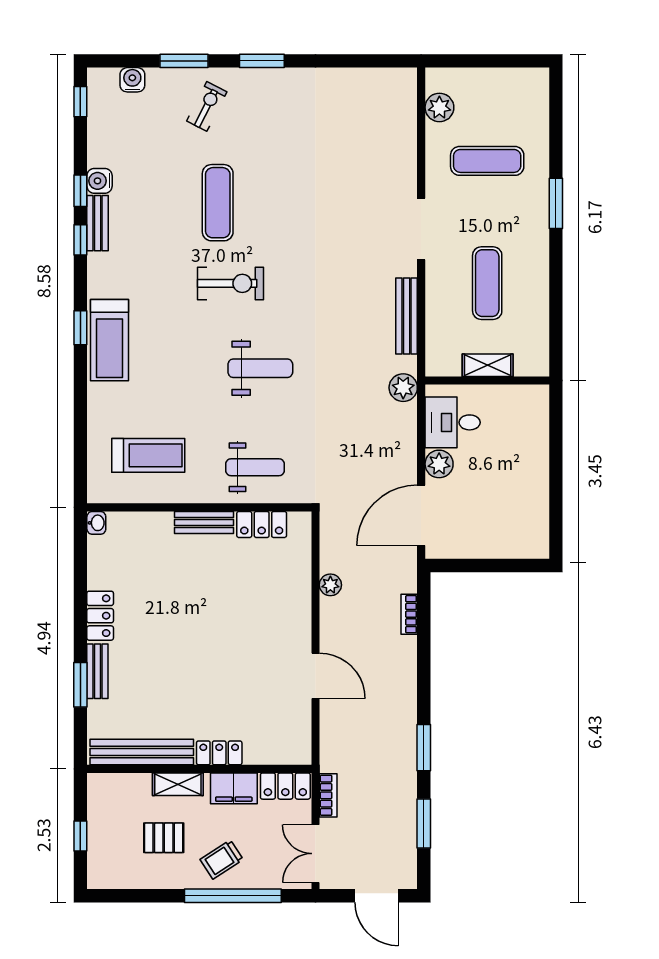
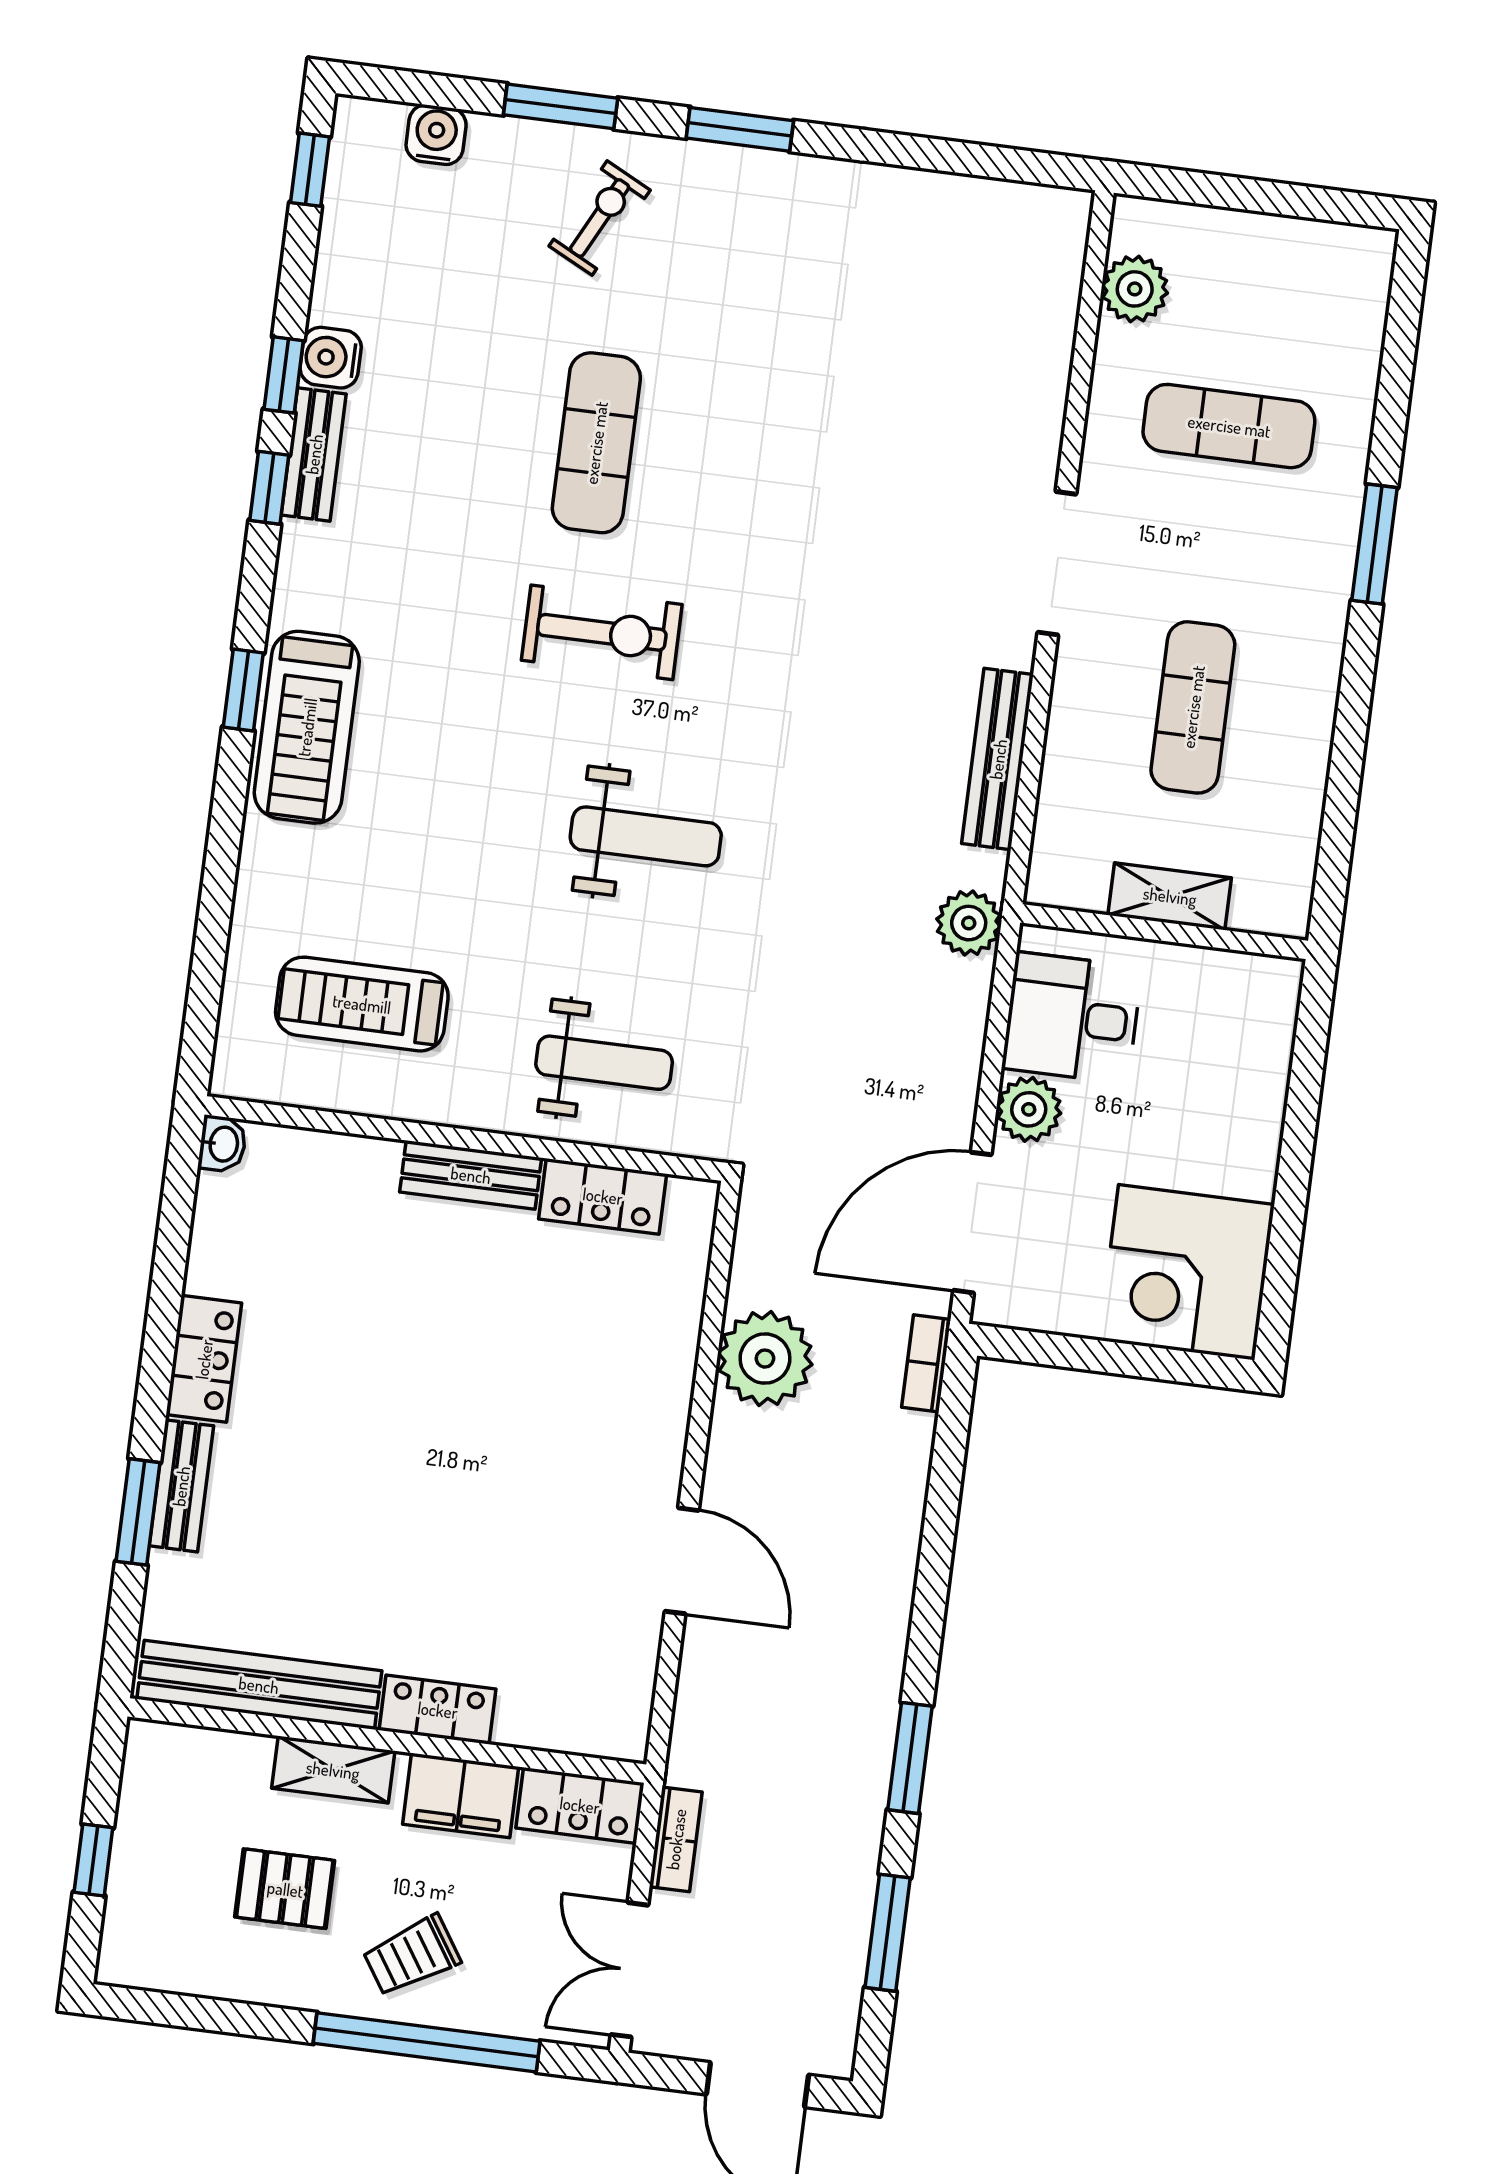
treadmill: (148, 455) -> (362, 1004), turned 180
corner desk: (515, 525) -> (1187, 1272), added
plant: (330, 585) -> (765, 1359), width x1.87, depth x1.87
bookcase: (409, 614) -> (926, 1363), moved

